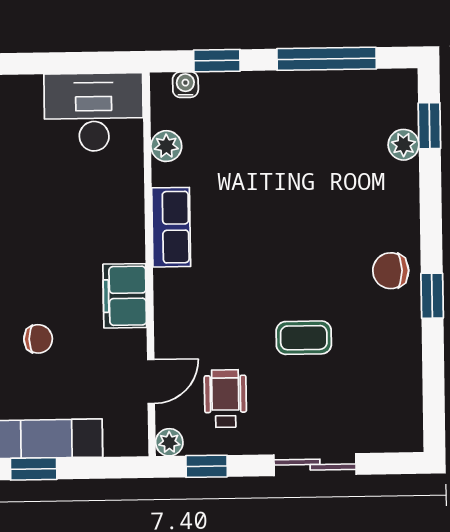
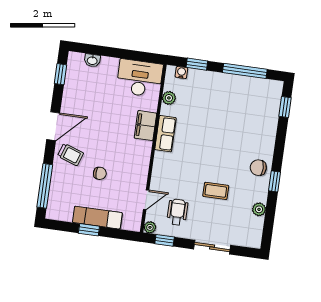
plant: (404, 145) -> (259, 209), moved
filing cabinet: (125, 296) -> (145, 126), moved

